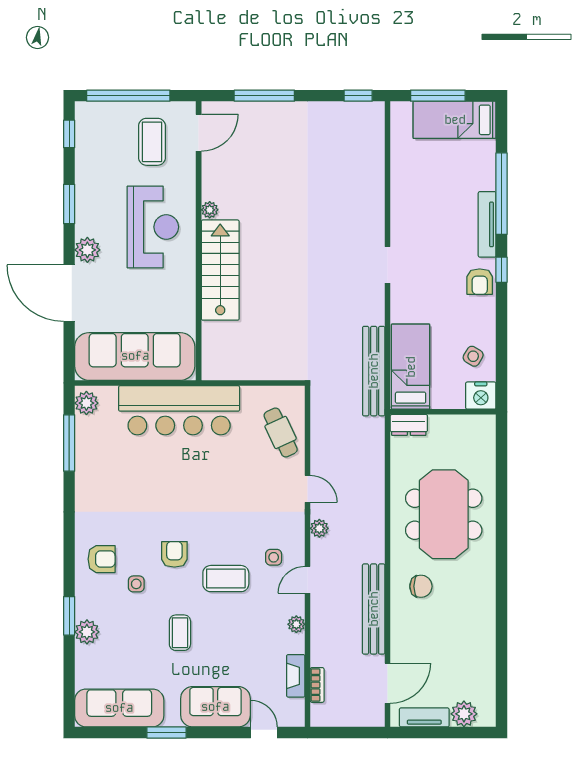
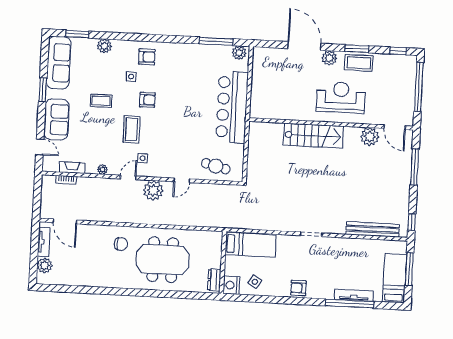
coffee table: (152, 142) -> (359, 63), moved
plant: (210, 210) -> (370, 137), moved, width x1.87, depth x1.87
tv unit: (487, 224) -> (354, 295), moved
reception desk: (153, 227) -> (341, 97), turned 180
window: (501, 270) -> (305, 301), removed
door: (69, 293) -> (304, 46), hinge flipped
sofa: (135, 356) -> (265, 83), removed
bench: (374, 371) -> (373, 229), moved
dresser: (409, 425) -> (214, 280), moved
cafe table: (281, 432) -> (216, 166), turned 39
plant: (319, 528) -> (153, 190), width x1.88, depth x1.88
armchair: (102, 559) -> (147, 57), turned -90
door: (308, 580) -> (128, 177), hinge flipped
chair: (421, 586) -> (121, 244), turned -90
bench: (374, 609) -> (109, 215), removed
window: (69, 616) -> (77, 34), moved
door: (264, 732) -> (40, 147), hinge flipped

